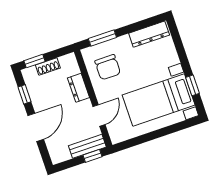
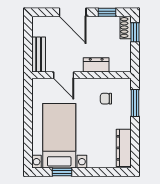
shoe rack: (48, 67) -> (126, 27), moved
chair: (108, 67) -> (106, 99), width x0.54, depth x0.54
window: (92, 156) -> (28, 56), removed

